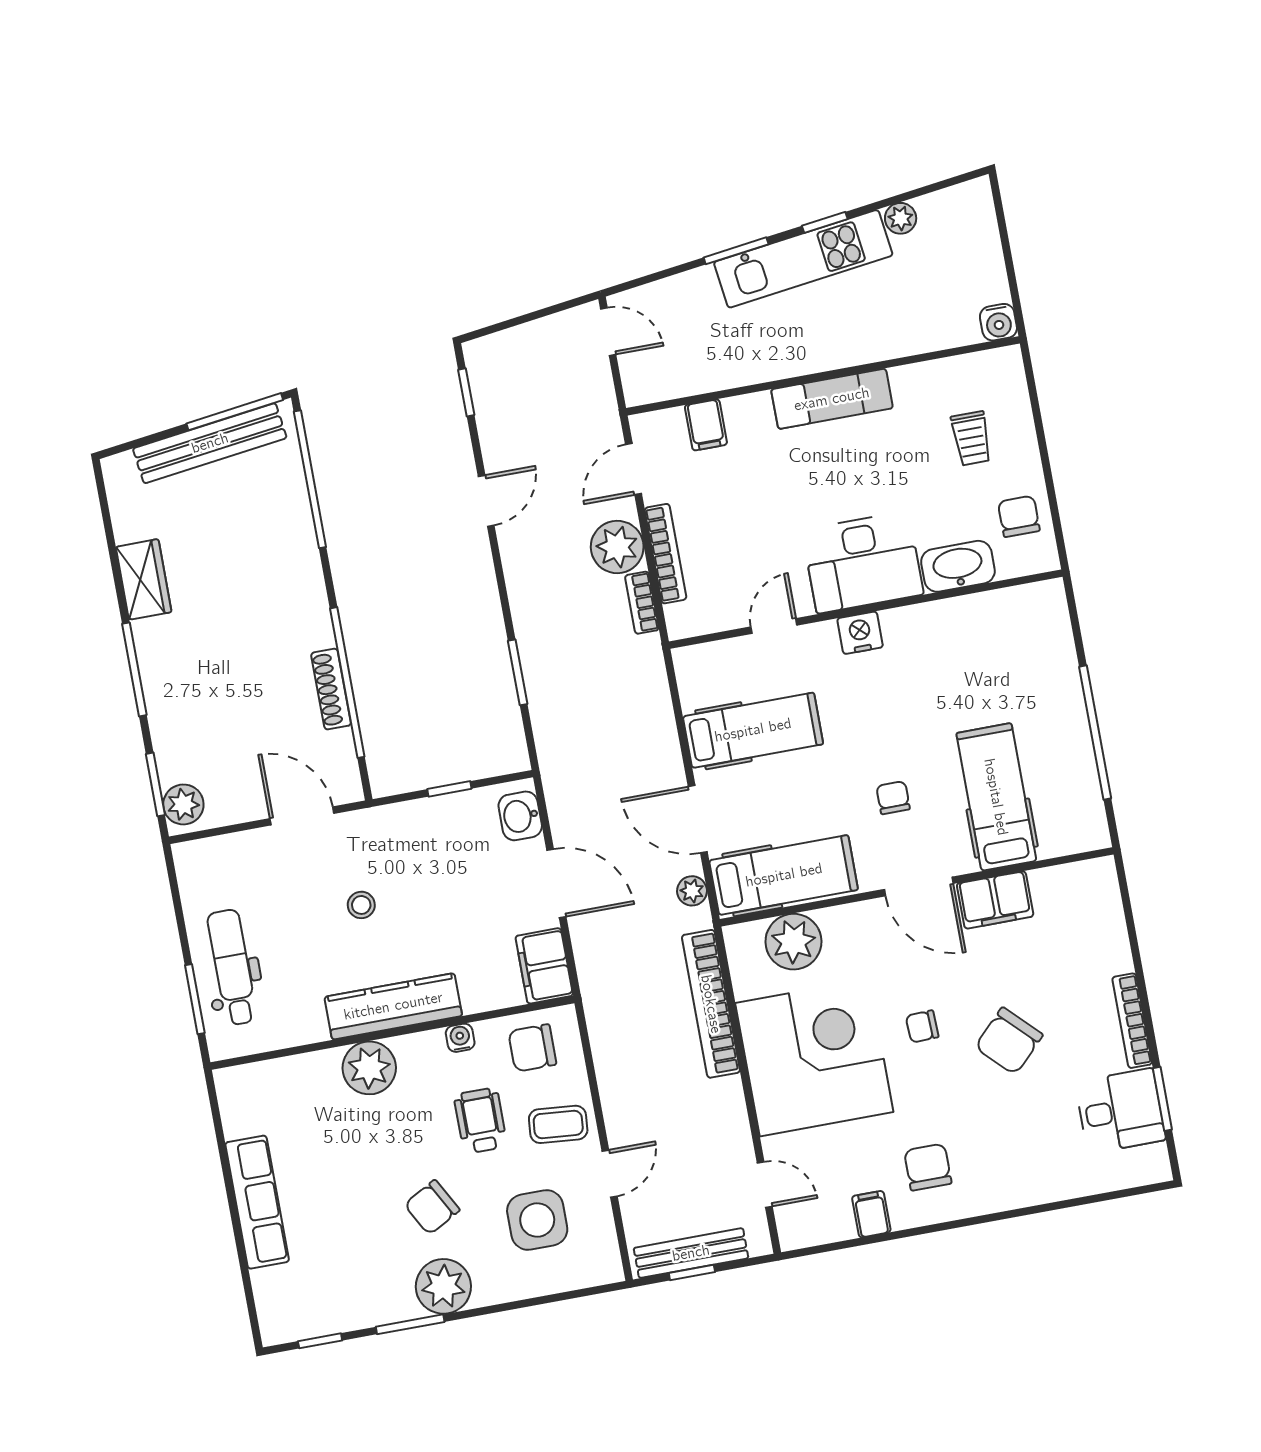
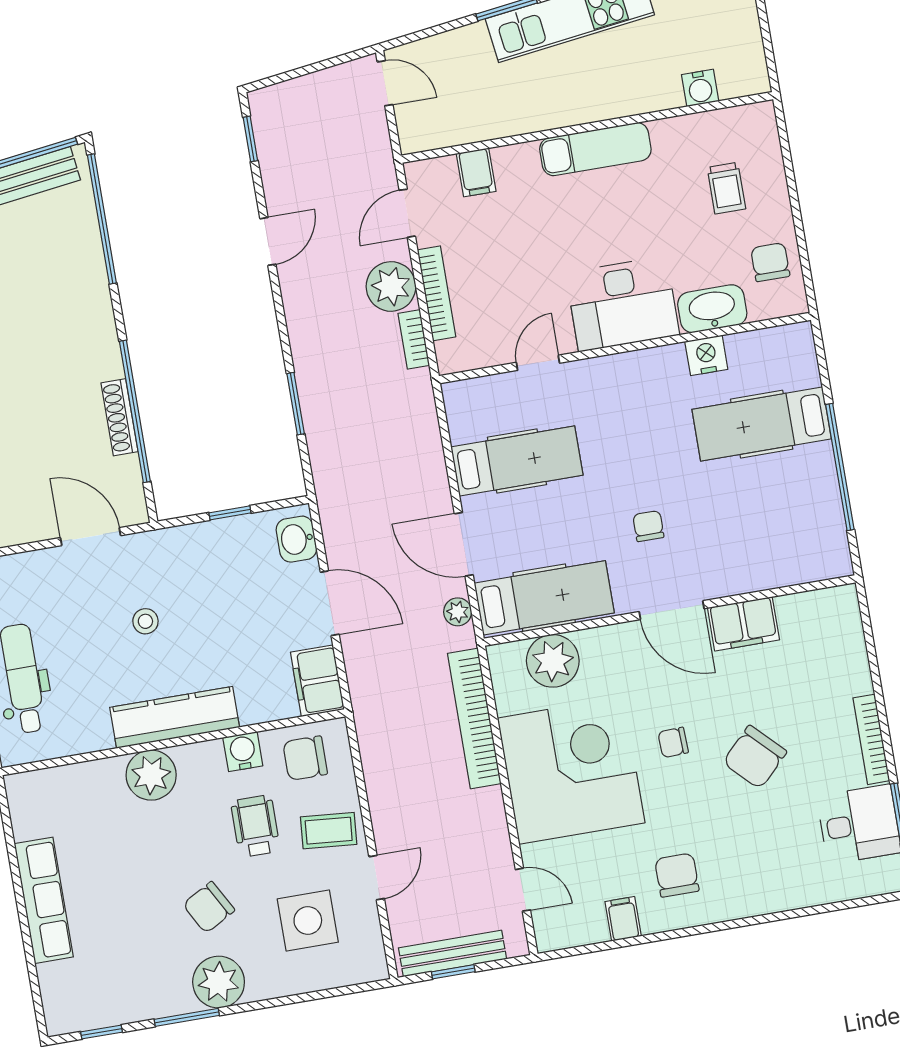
water cooler: (998, 322) -> (700, 88), moved
nightstand: (860, 633) -> (706, 355), moved
hospital bed: (996, 797) -> (762, 424), moved, turned -90
water cooler: (460, 1038) -> (243, 752), width x1.38, depth x1.38

